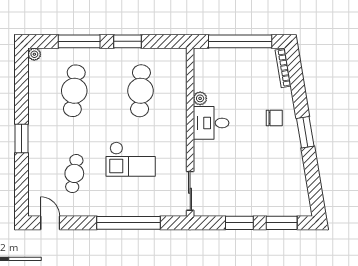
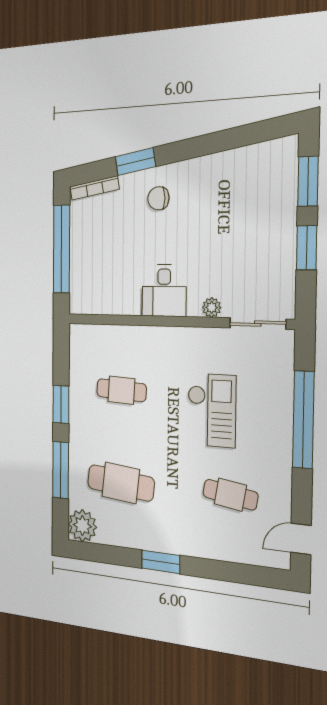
plant: (34, 54) -> (82, 526), width x1.87, depth x1.87
cafe table: (140, 91) -> (121, 390), width x0.73, depth x0.74
plant: (200, 98) -> (212, 307), moved
chair: (274, 118) -> (158, 198), turned -90
window: (305, 132) -> (135, 162), moved
window: (22, 139) -> (161, 562), moved

